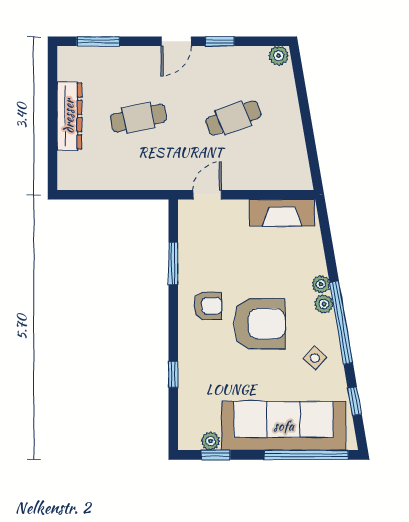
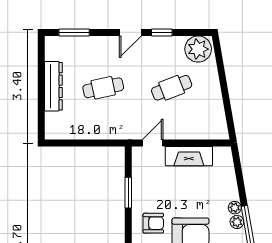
plant: (279, 56) -> (198, 49), width x1.87, depth x1.87
fireplace: (282, 213) -> (189, 156), moved

